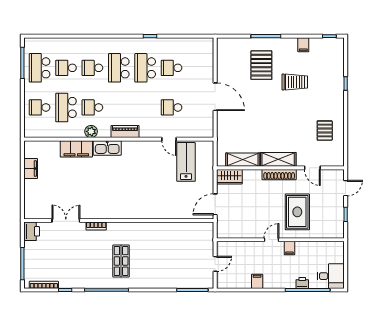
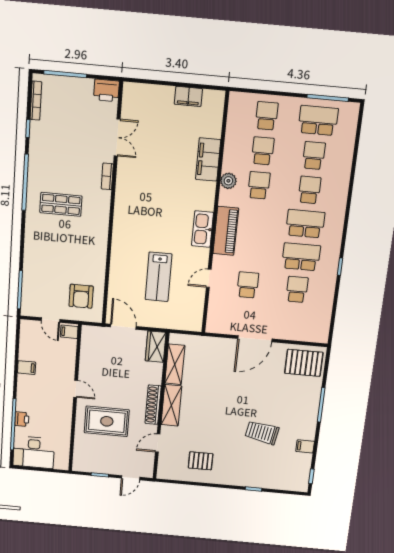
pallet: (261, 65) -> (304, 363), moved
trolley: (295, 82) -> (262, 433), turned 100
school desk: (66, 107) -> (263, 151), width x0.54
piano: (125, 132) -> (226, 231), width x1.37, depth x1.33
kitchen sink: (107, 148) -> (203, 229), moved
lab bench: (186, 162) -> (159, 277), moved, turned 90
door: (346, 188) -> (131, 478), hinge flipped
armchair: (193, 240) -> (81, 296), added
filing cabinet: (289, 248) -> (69, 332), moved
desk: (331, 276) -> (34, 452), width x1.37

